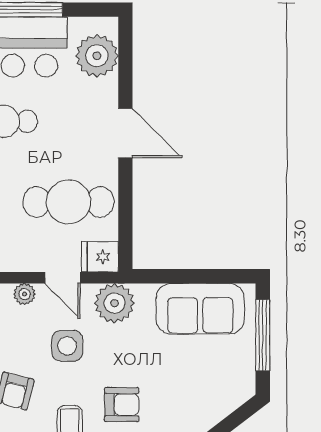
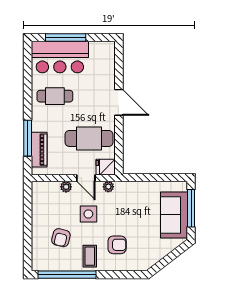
plant: (97, 56) -> (104, 62), removed
plant: (114, 303) -> (108, 187), width x0.53, depth x0.53
sofa: (200, 309) -> (174, 215), moved, turned 90

